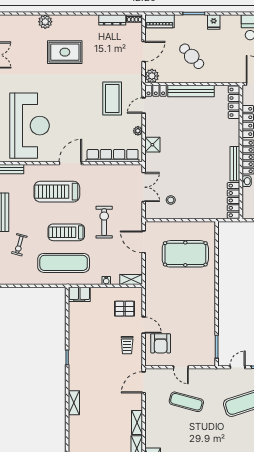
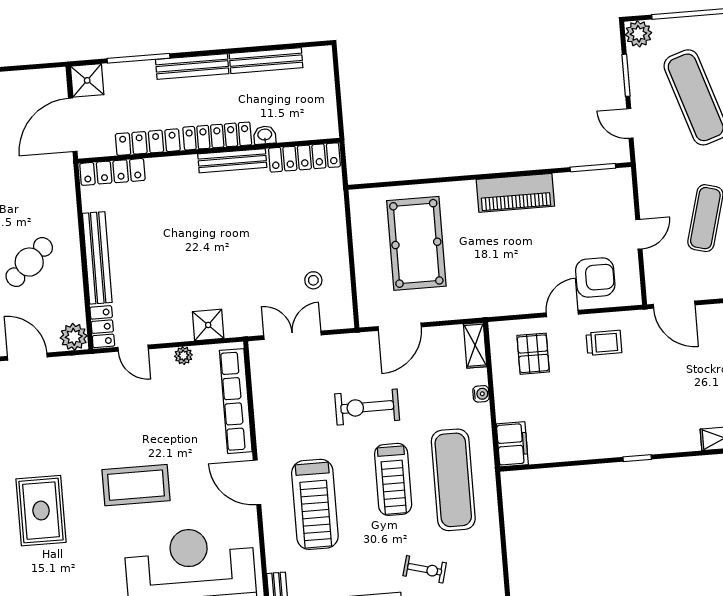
coffee table: (112, 98) -> (136, 485), moved
piano: (207, 306) -> (515, 193), added

